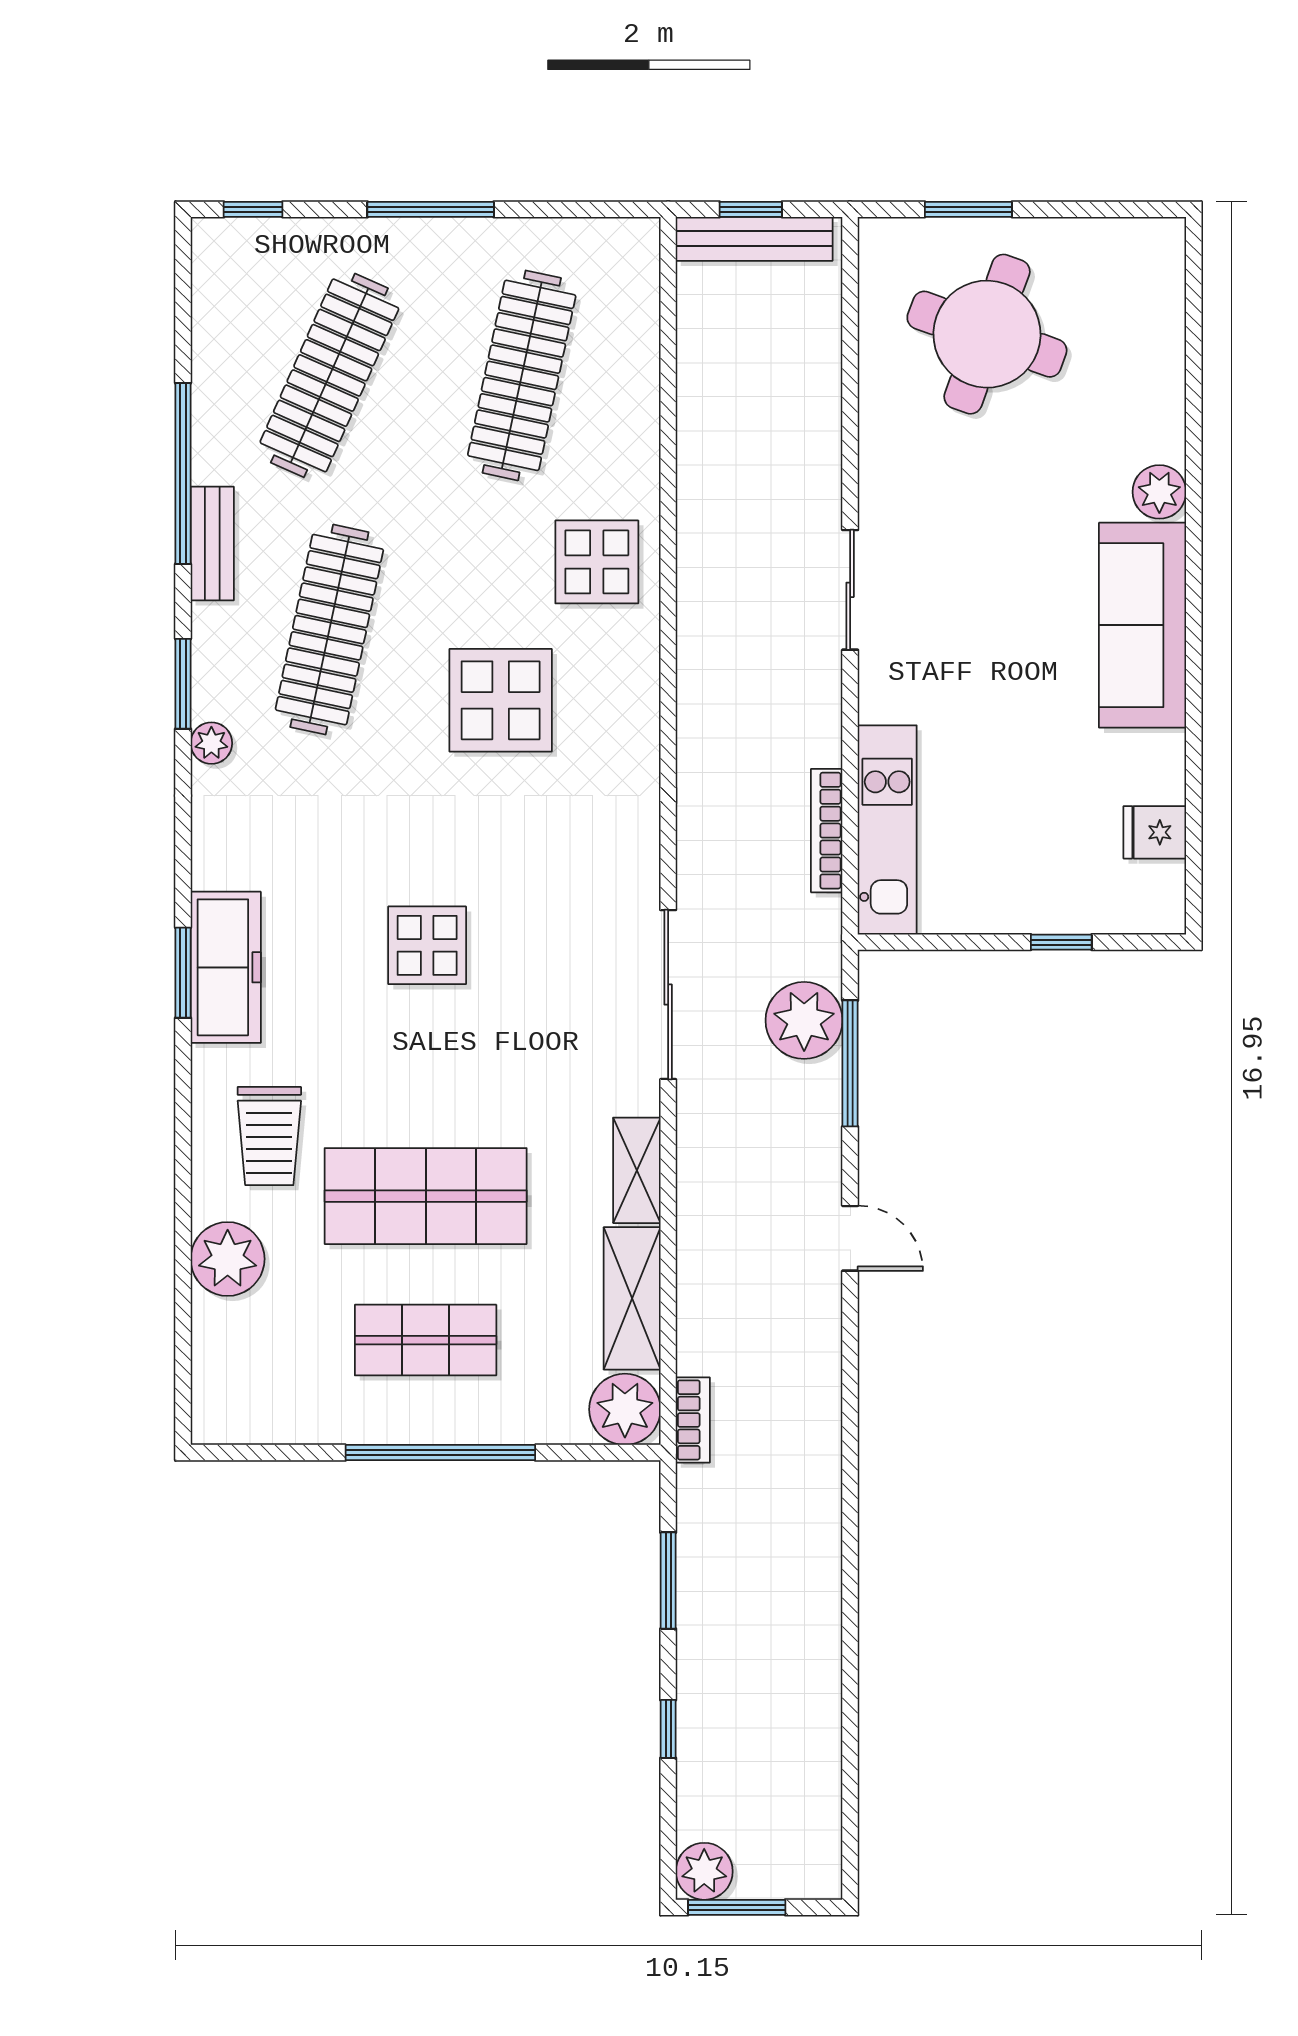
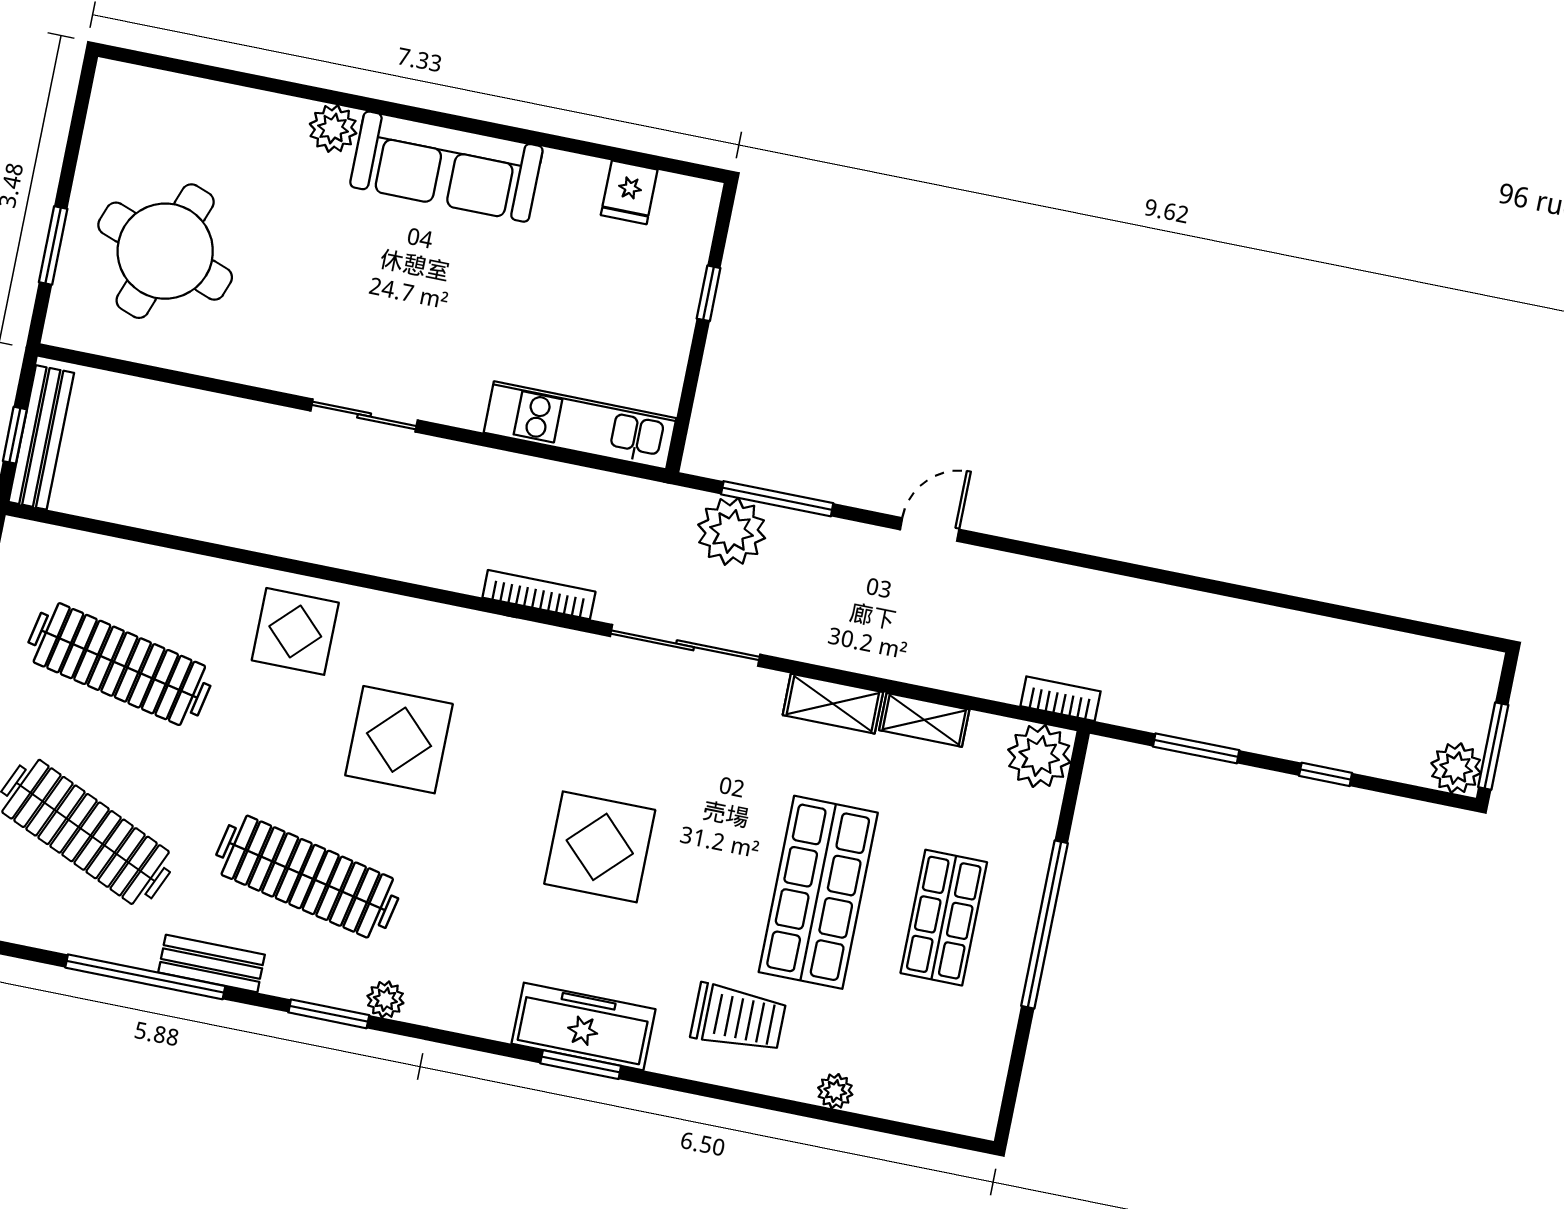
bookcase: (827, 831) -> (539, 595), moved, turned 180
display table: (427, 945) -> (600, 847), width x1.36, depth x1.36
plant: (228, 1259) -> (835, 1091), width x0.53, depth x0.53
shelving: (632, 1298) -> (924, 720), width x0.67, depth x0.75

